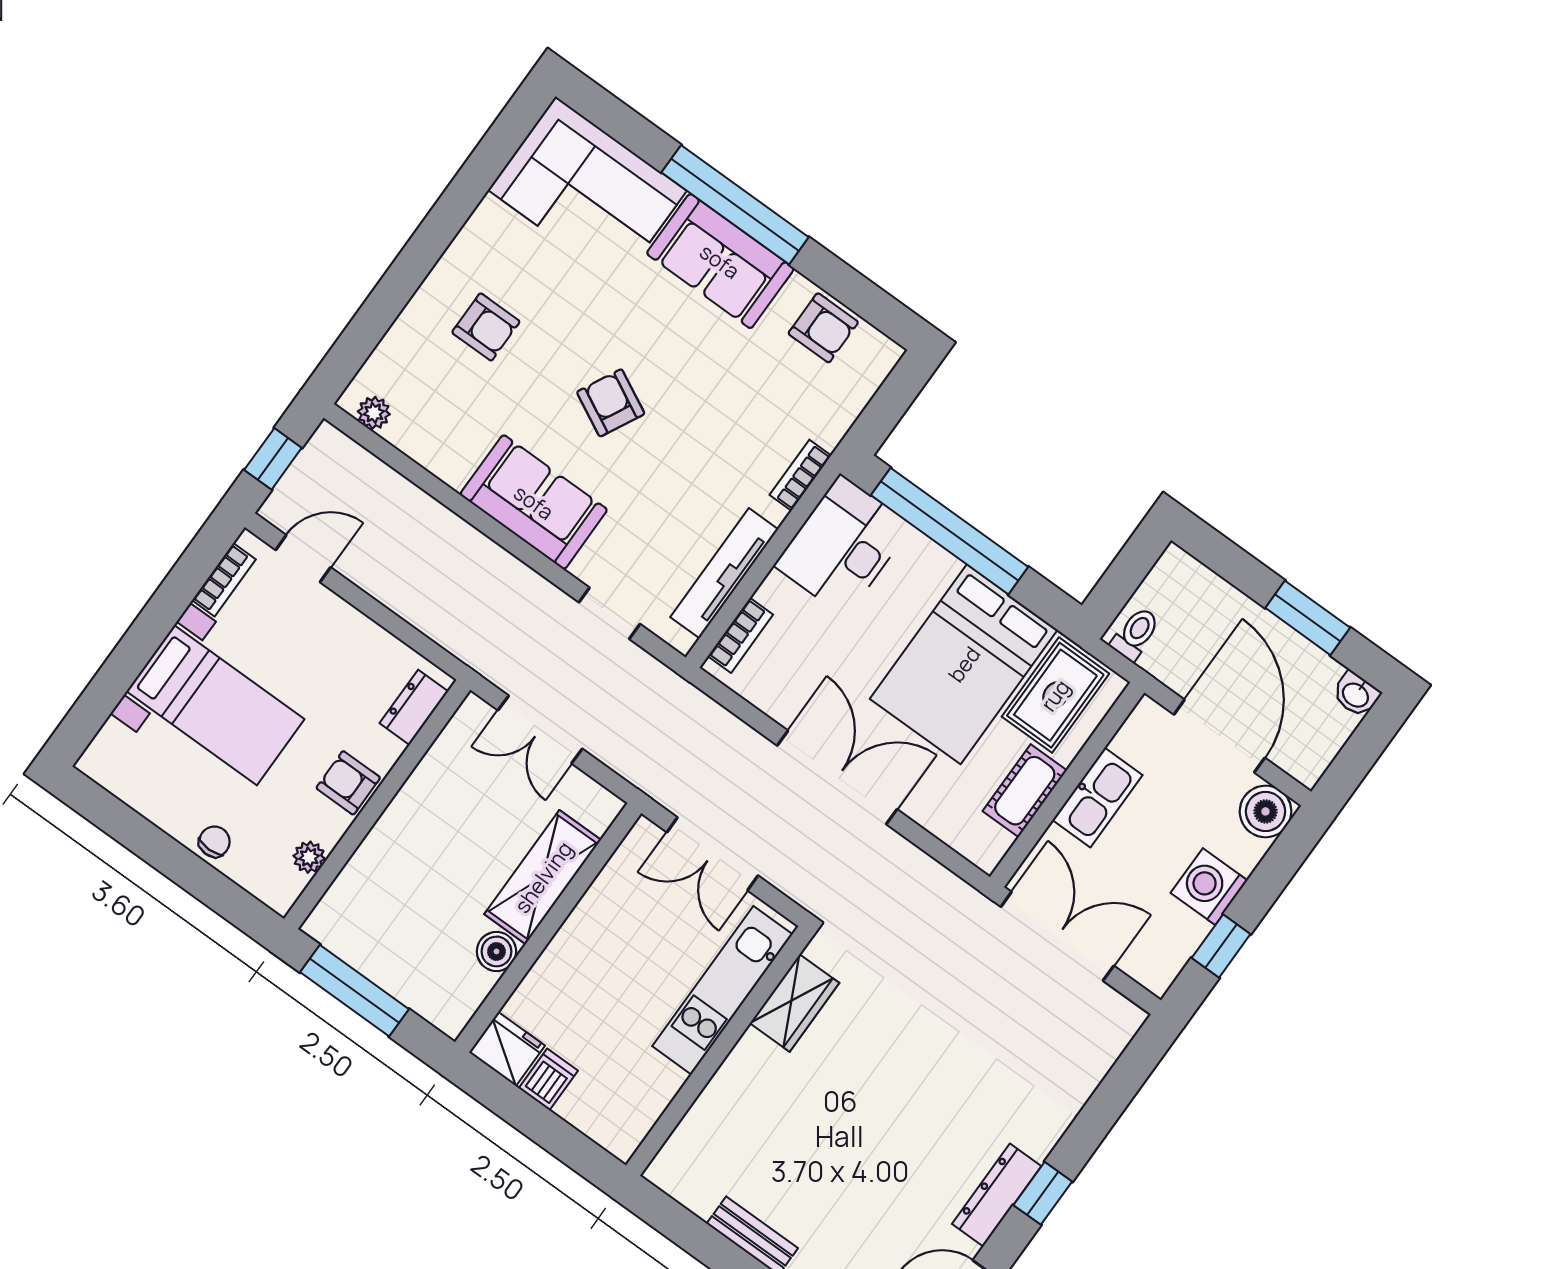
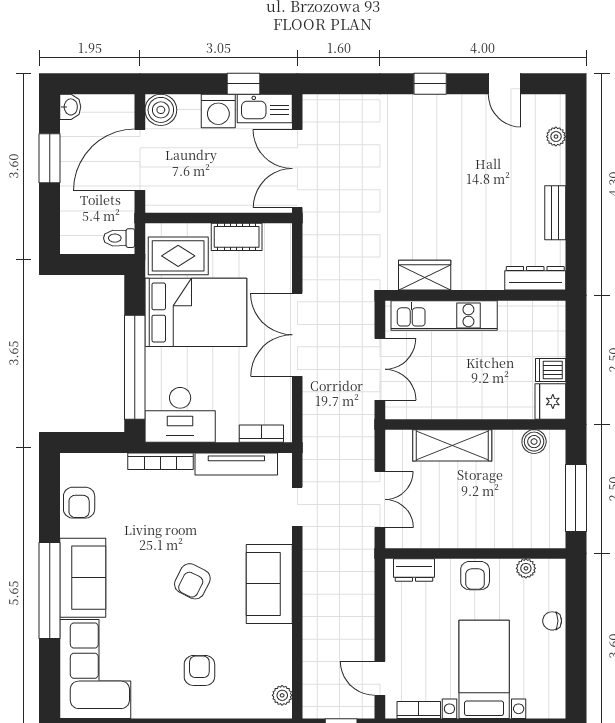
armchair: (823, 328) -> (79, 503), turned 180
bookcase: (800, 475) -> (160, 461), width x1.56
kitchen sink: (1097, 797) -> (265, 109), moved, turned 180
boiler: (496, 951) -> (534, 442), moved
dresser: (997, 1195) -> (535, 278), moved, turned 180

